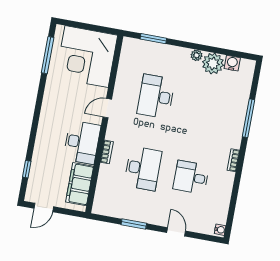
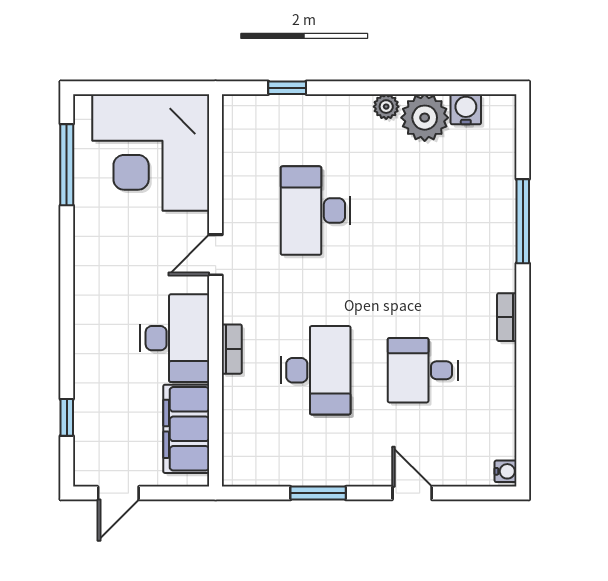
window: (153, 39) -> (287, 88), width x0.67

